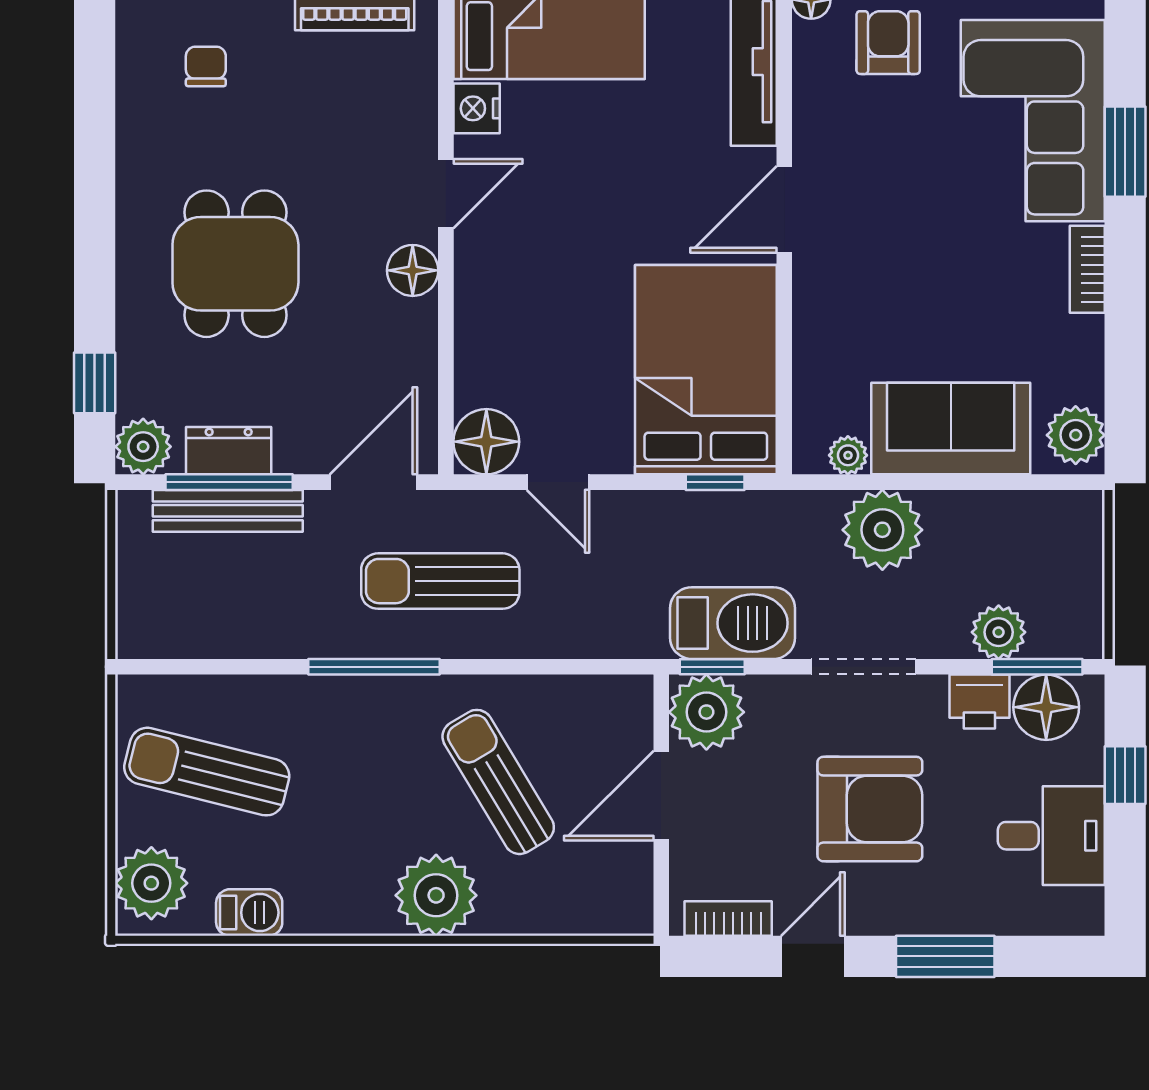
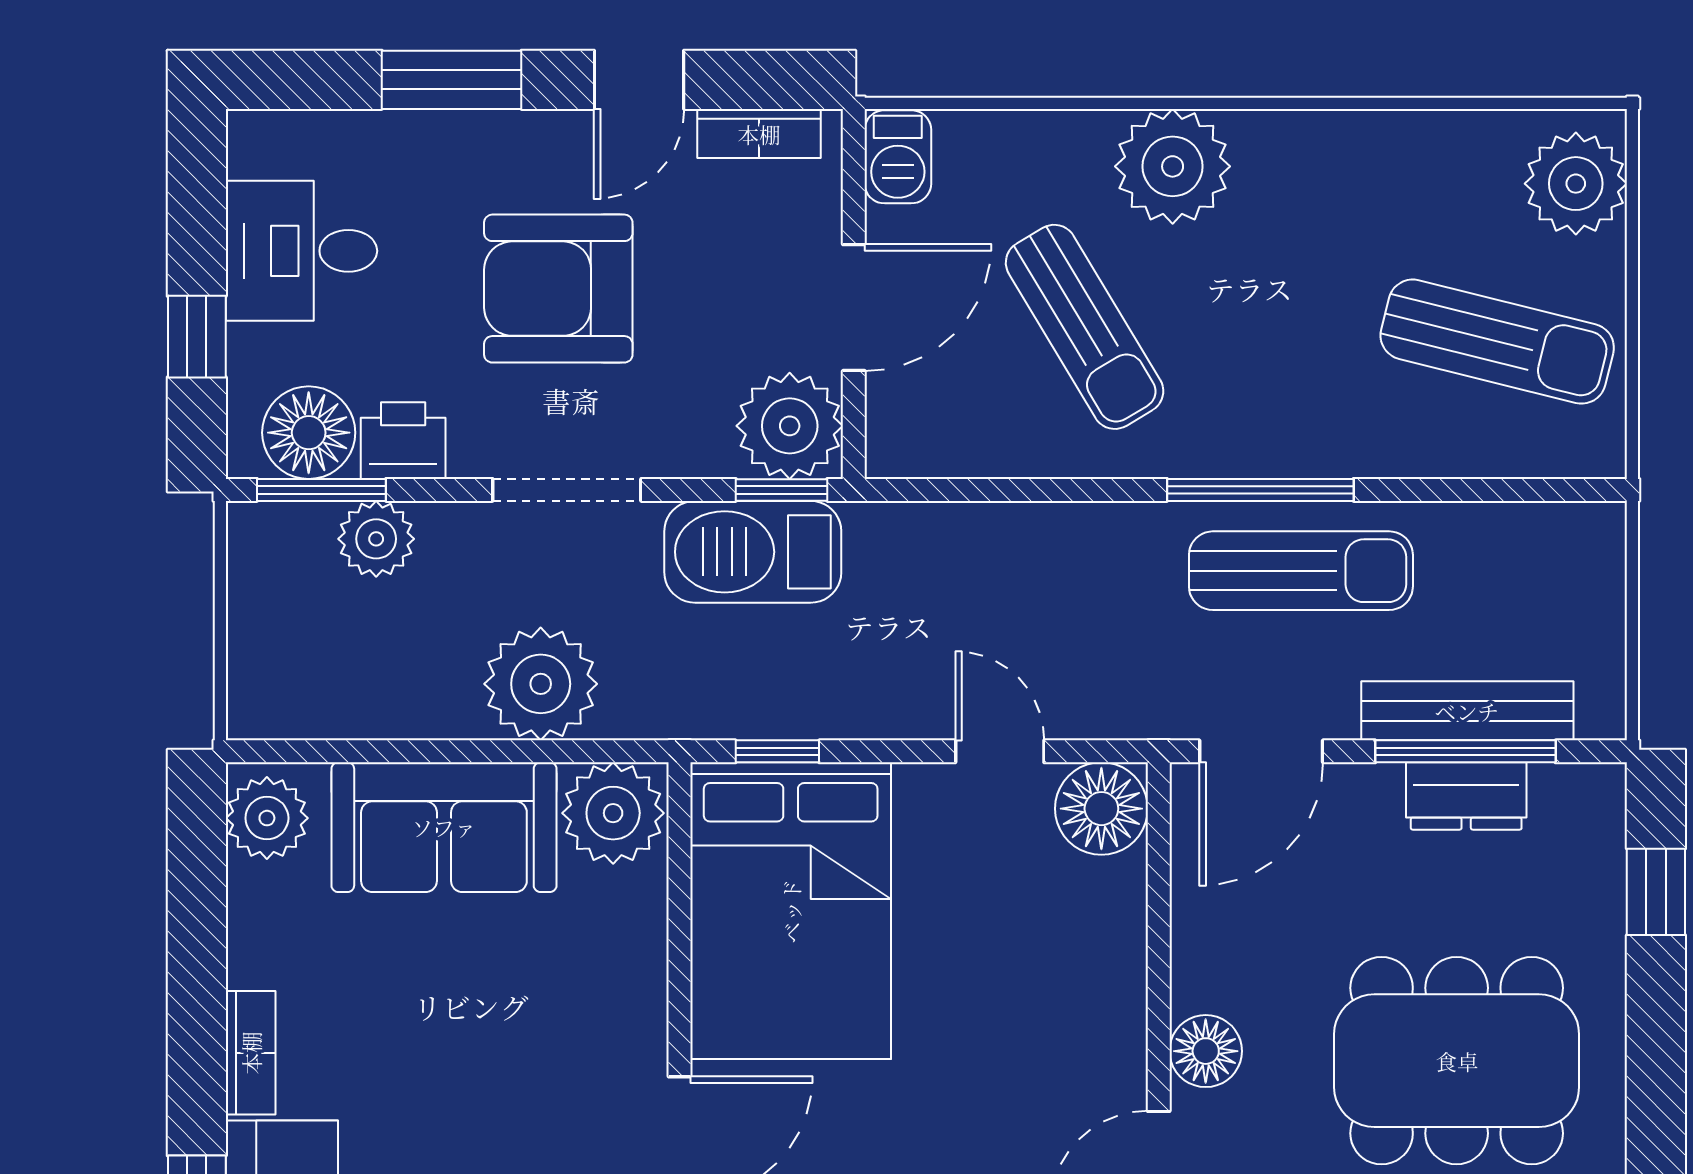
dining table: (235, 264) -> (1457, 1061), width x1.38
plant: (143, 447) -> (1587, 802), removed
plant: (848, 455) -> (613, 813), width x1.88, depth x1.88
sun lounger: (440, 581) -> (1301, 571), moved
barbecue: (249, 913) -> (898, 157), moved, turned -90

